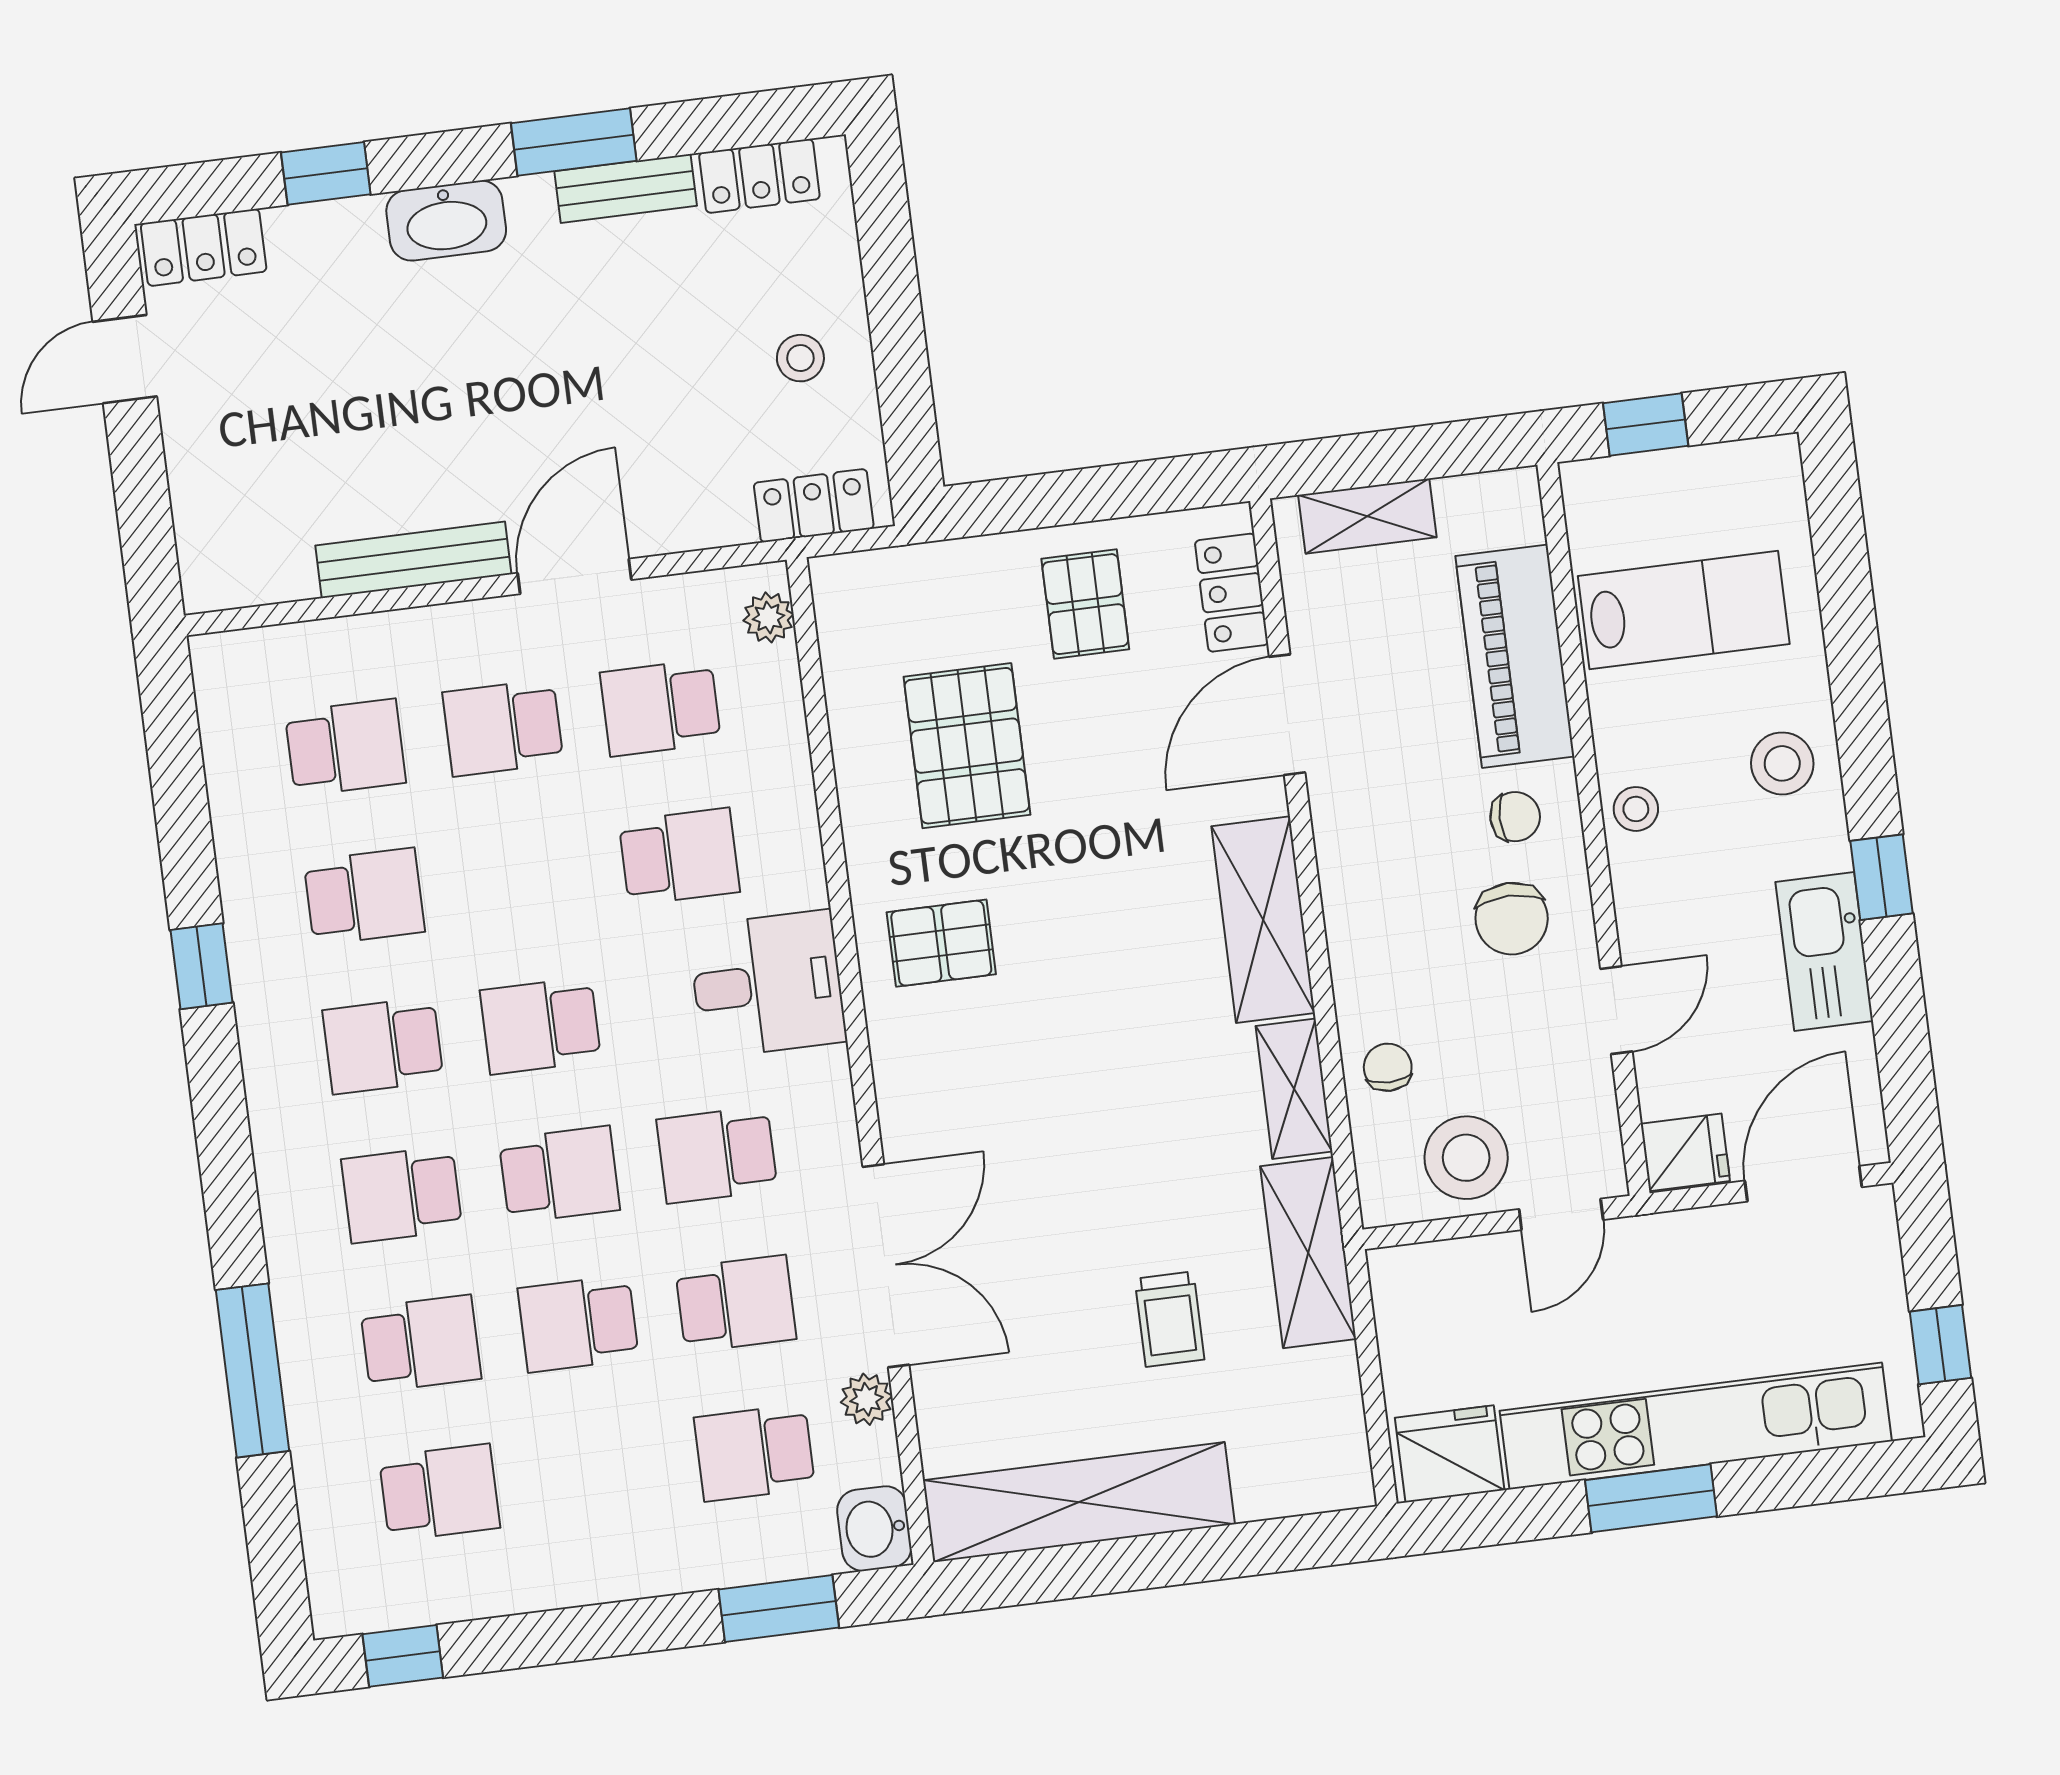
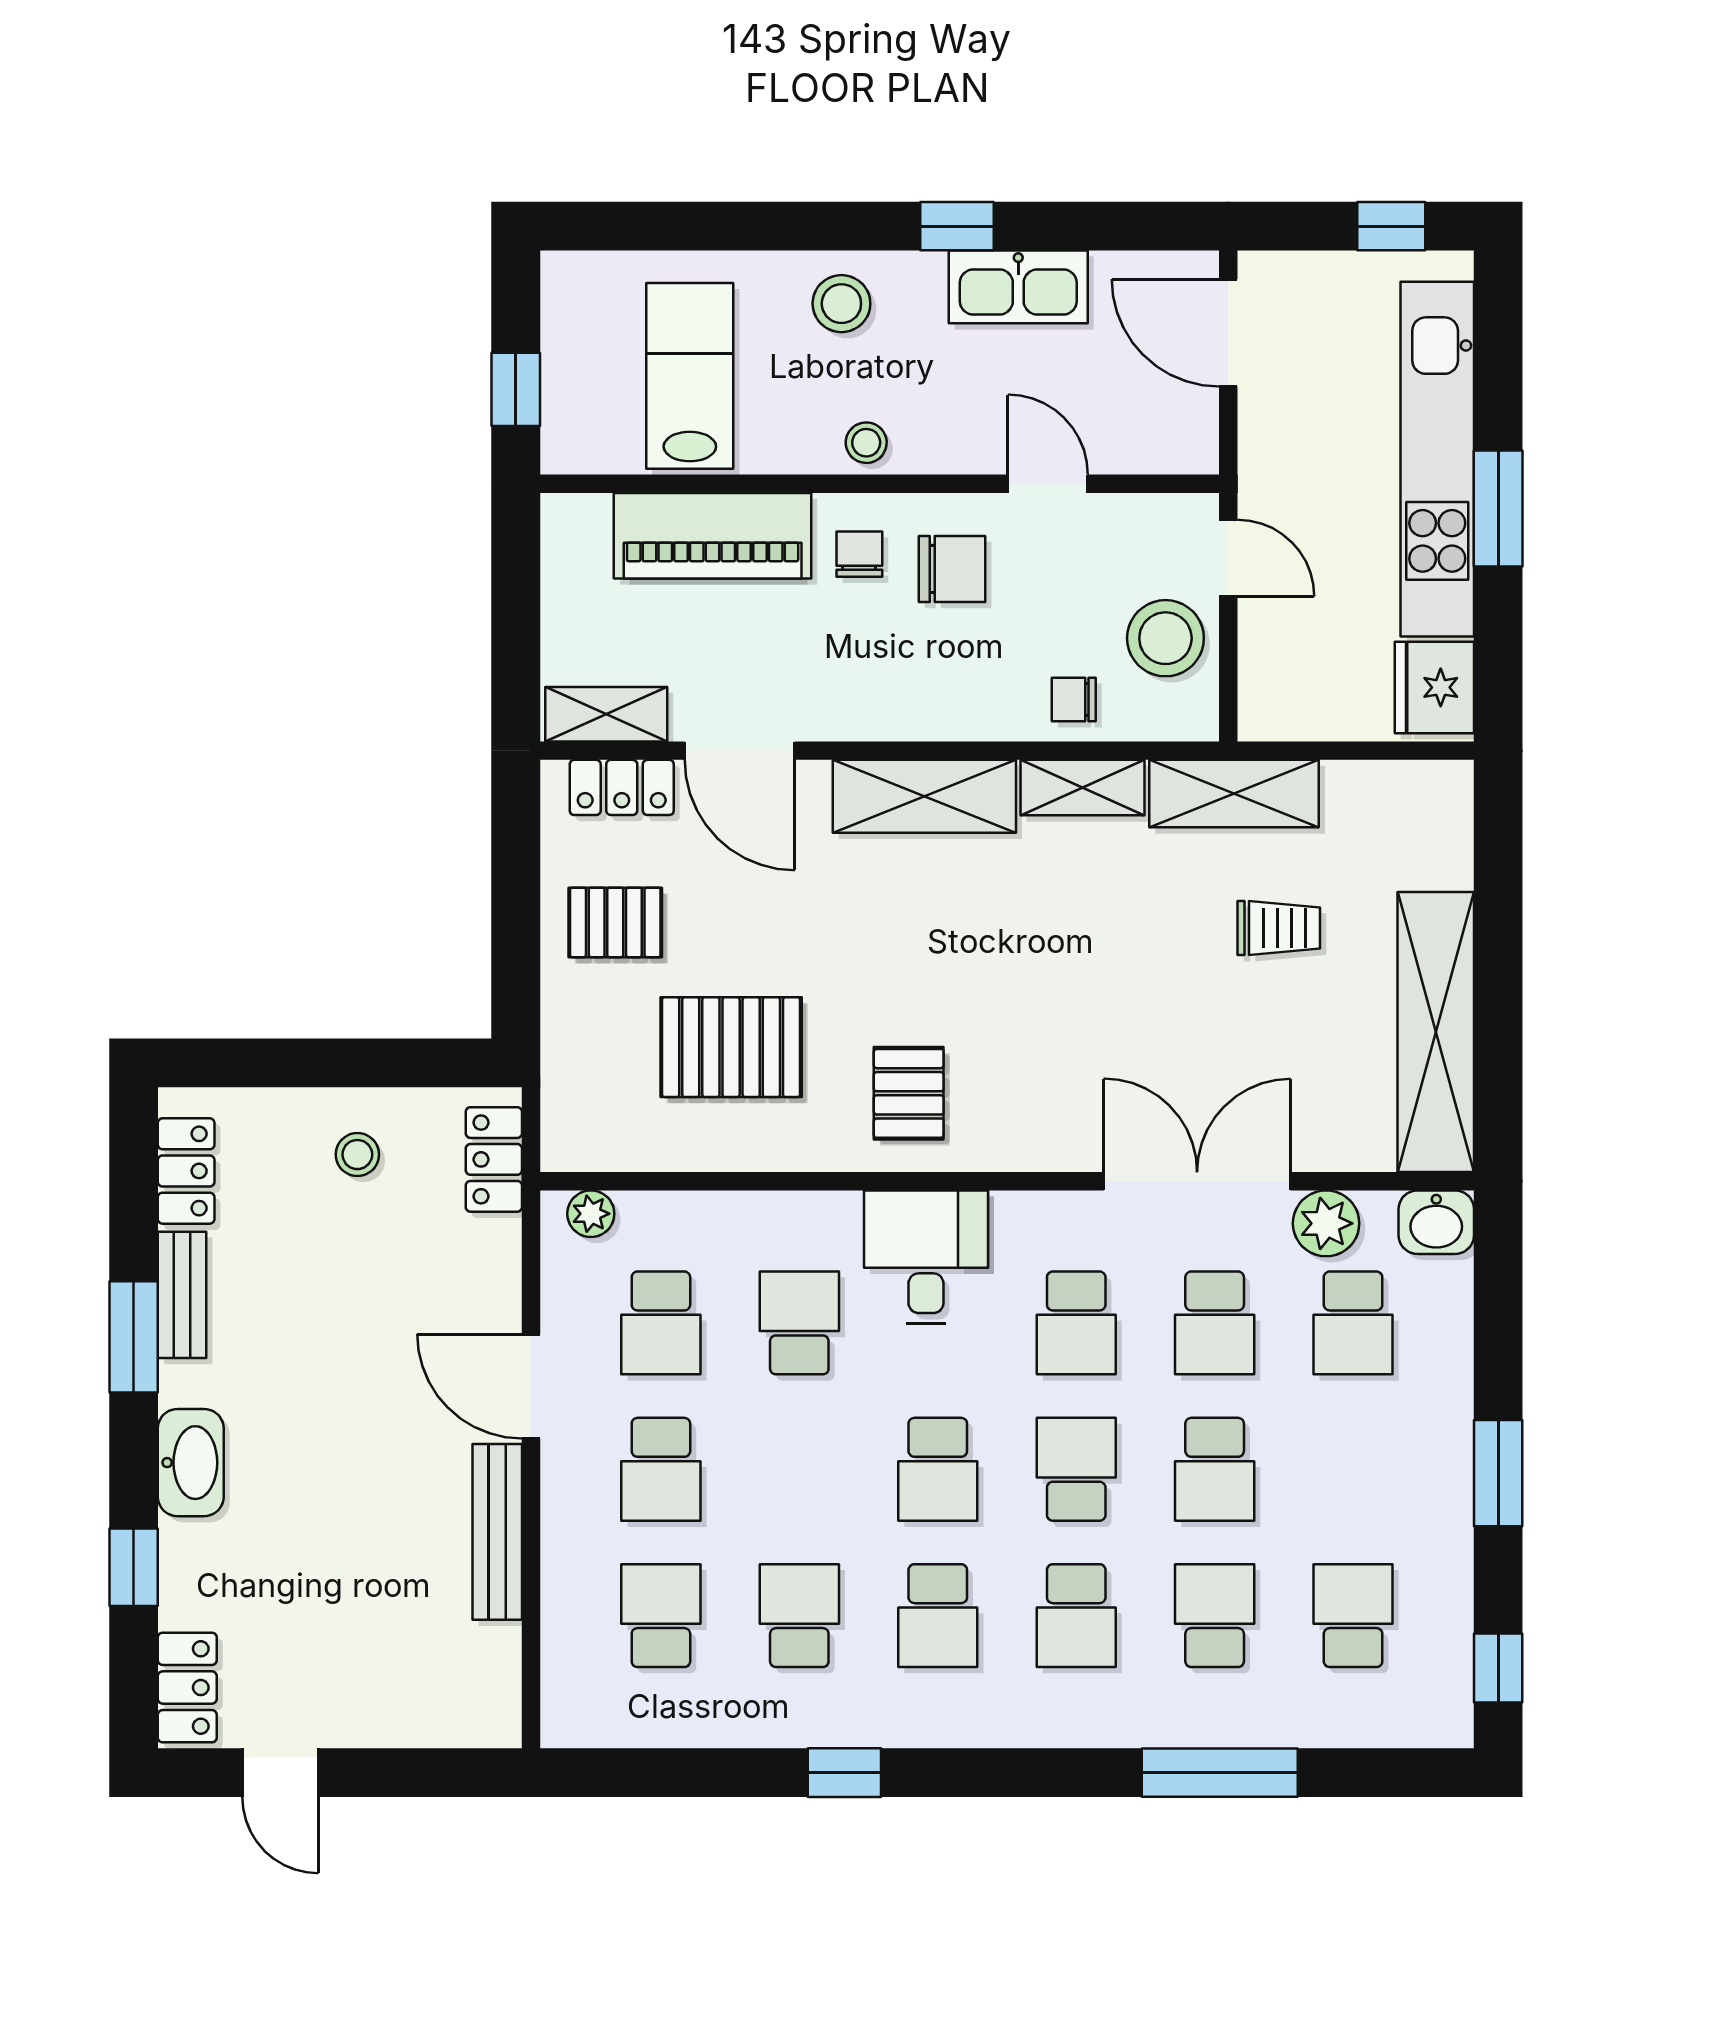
shelving: (1367, 516) -> (606, 714), moved, turned 90
fridge: (1685, 1152) -> (1186, 437), removed
school desk: (736, 1304) -> (1215, 1323), turned 180
plant: (867, 1399) -> (1326, 1223), width x1.38, depth x1.38
window: (779, 1608) -> (1498, 1473), moved

